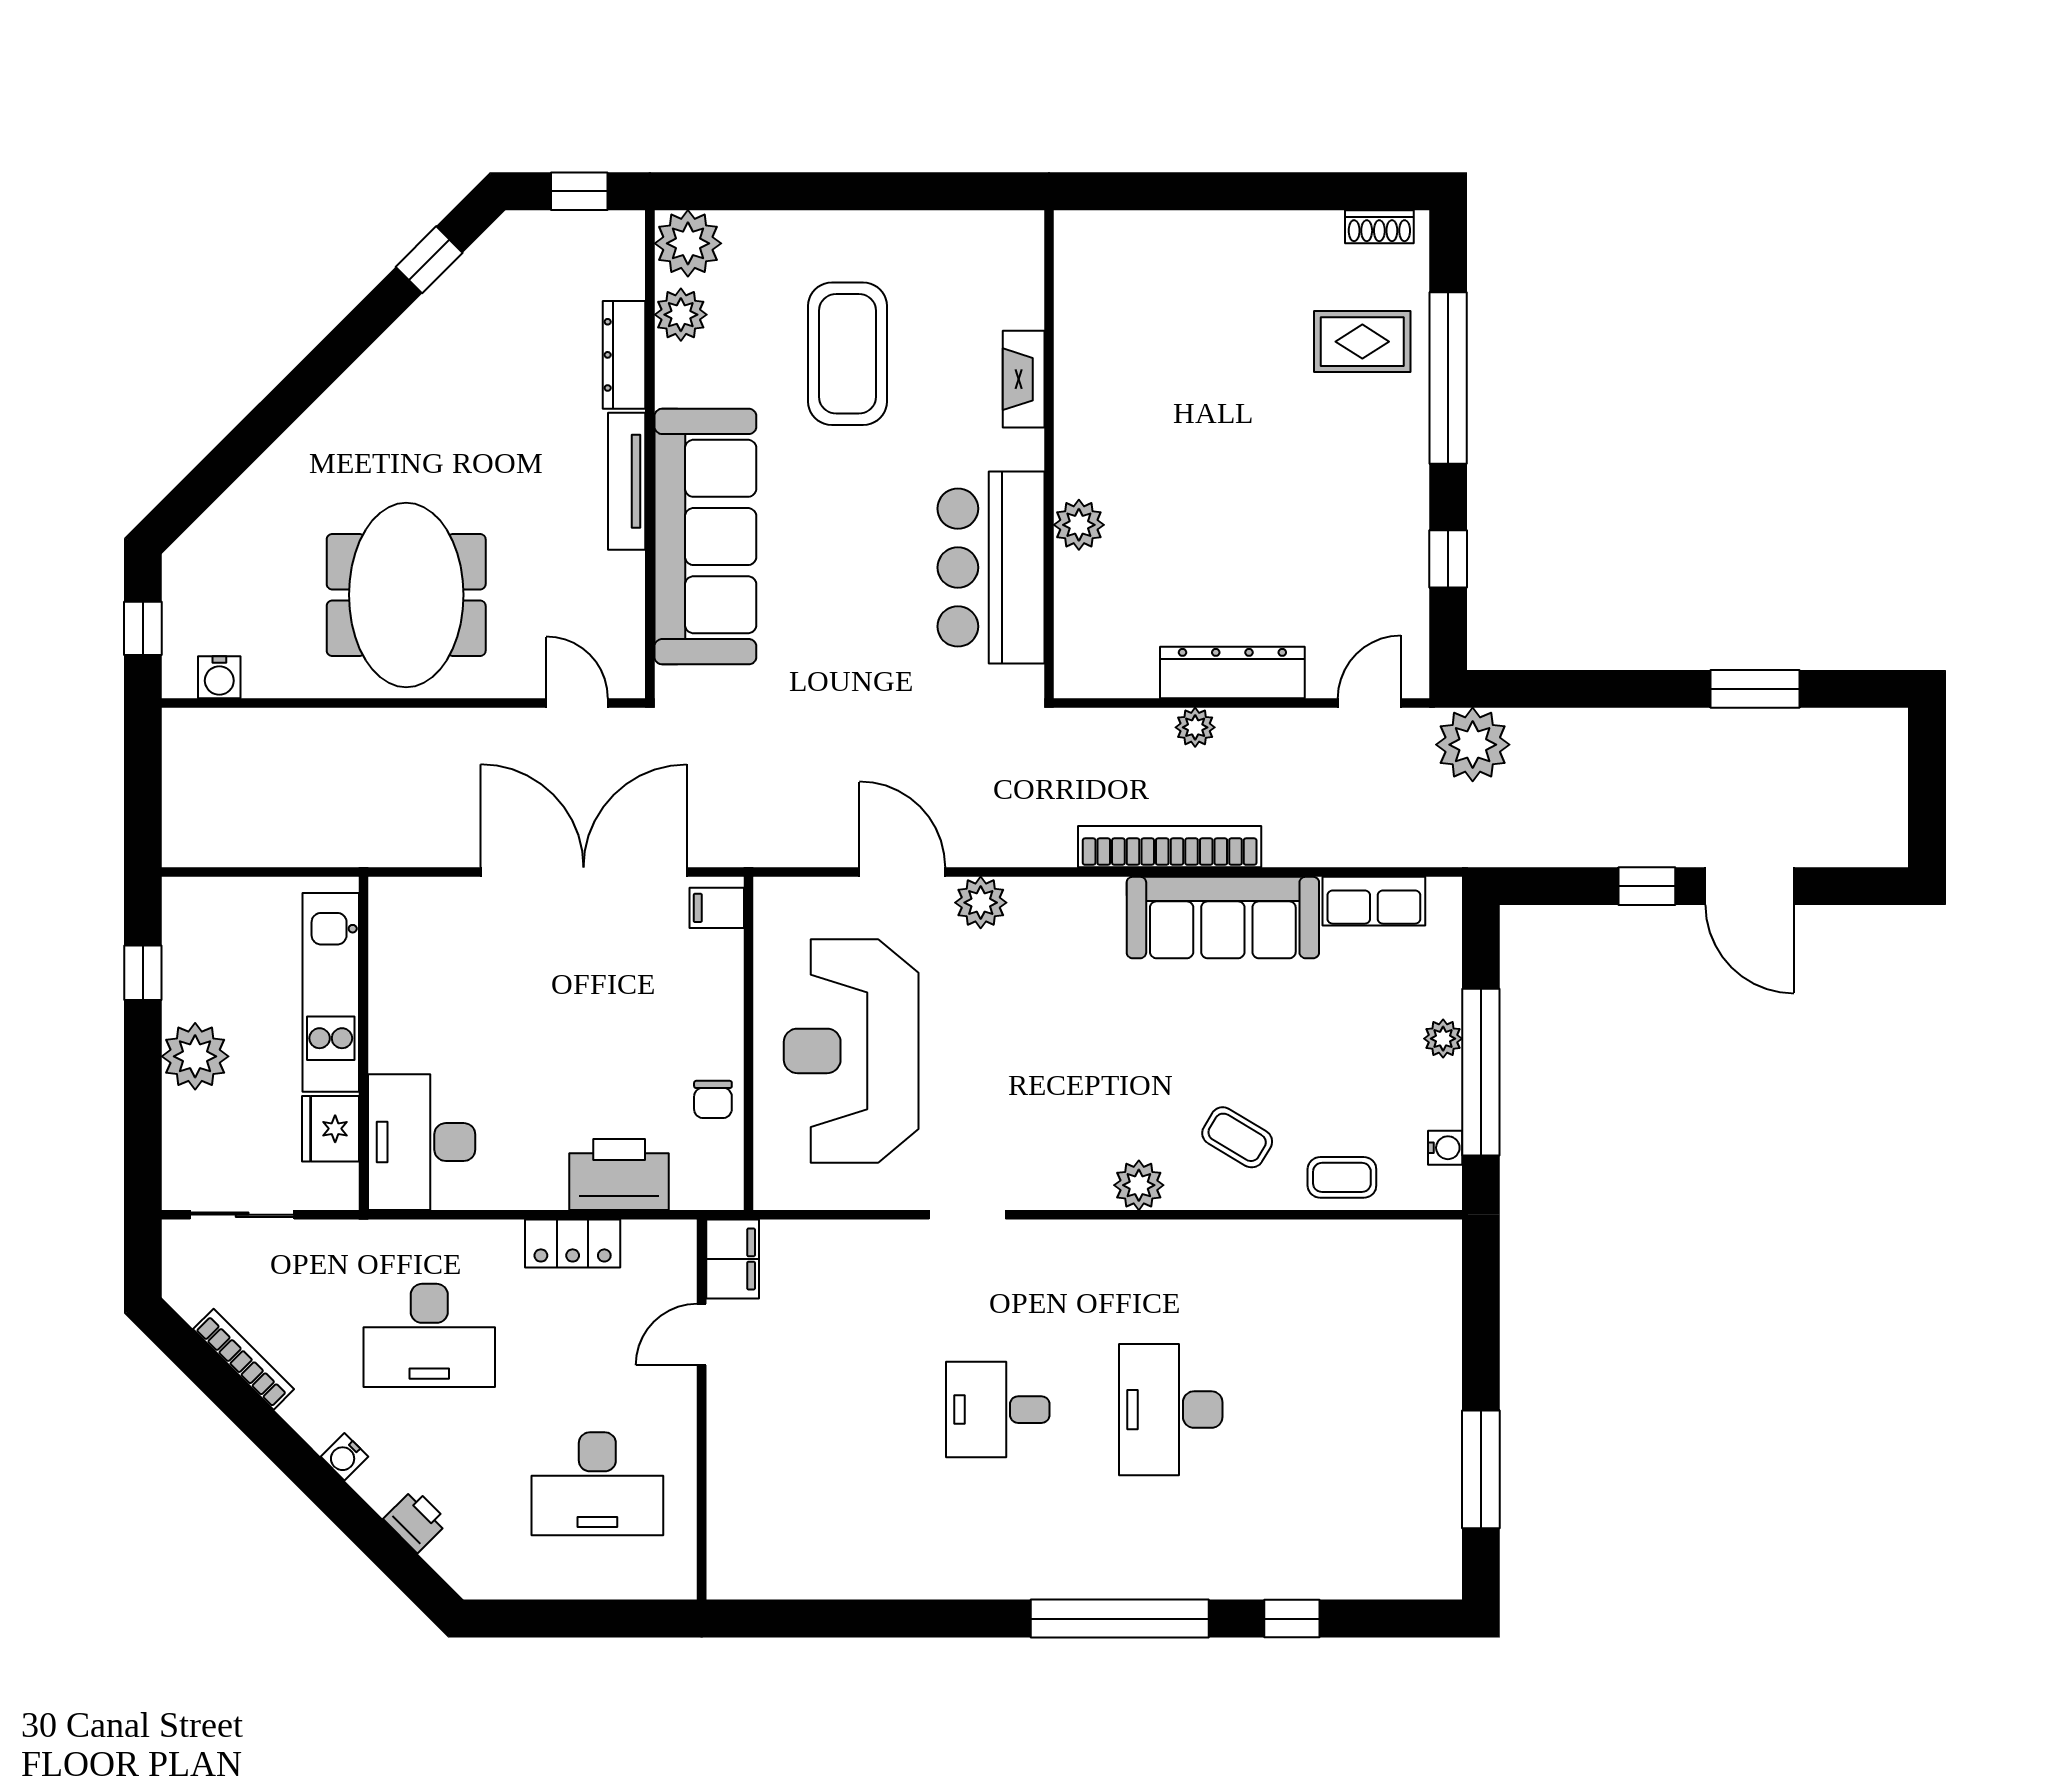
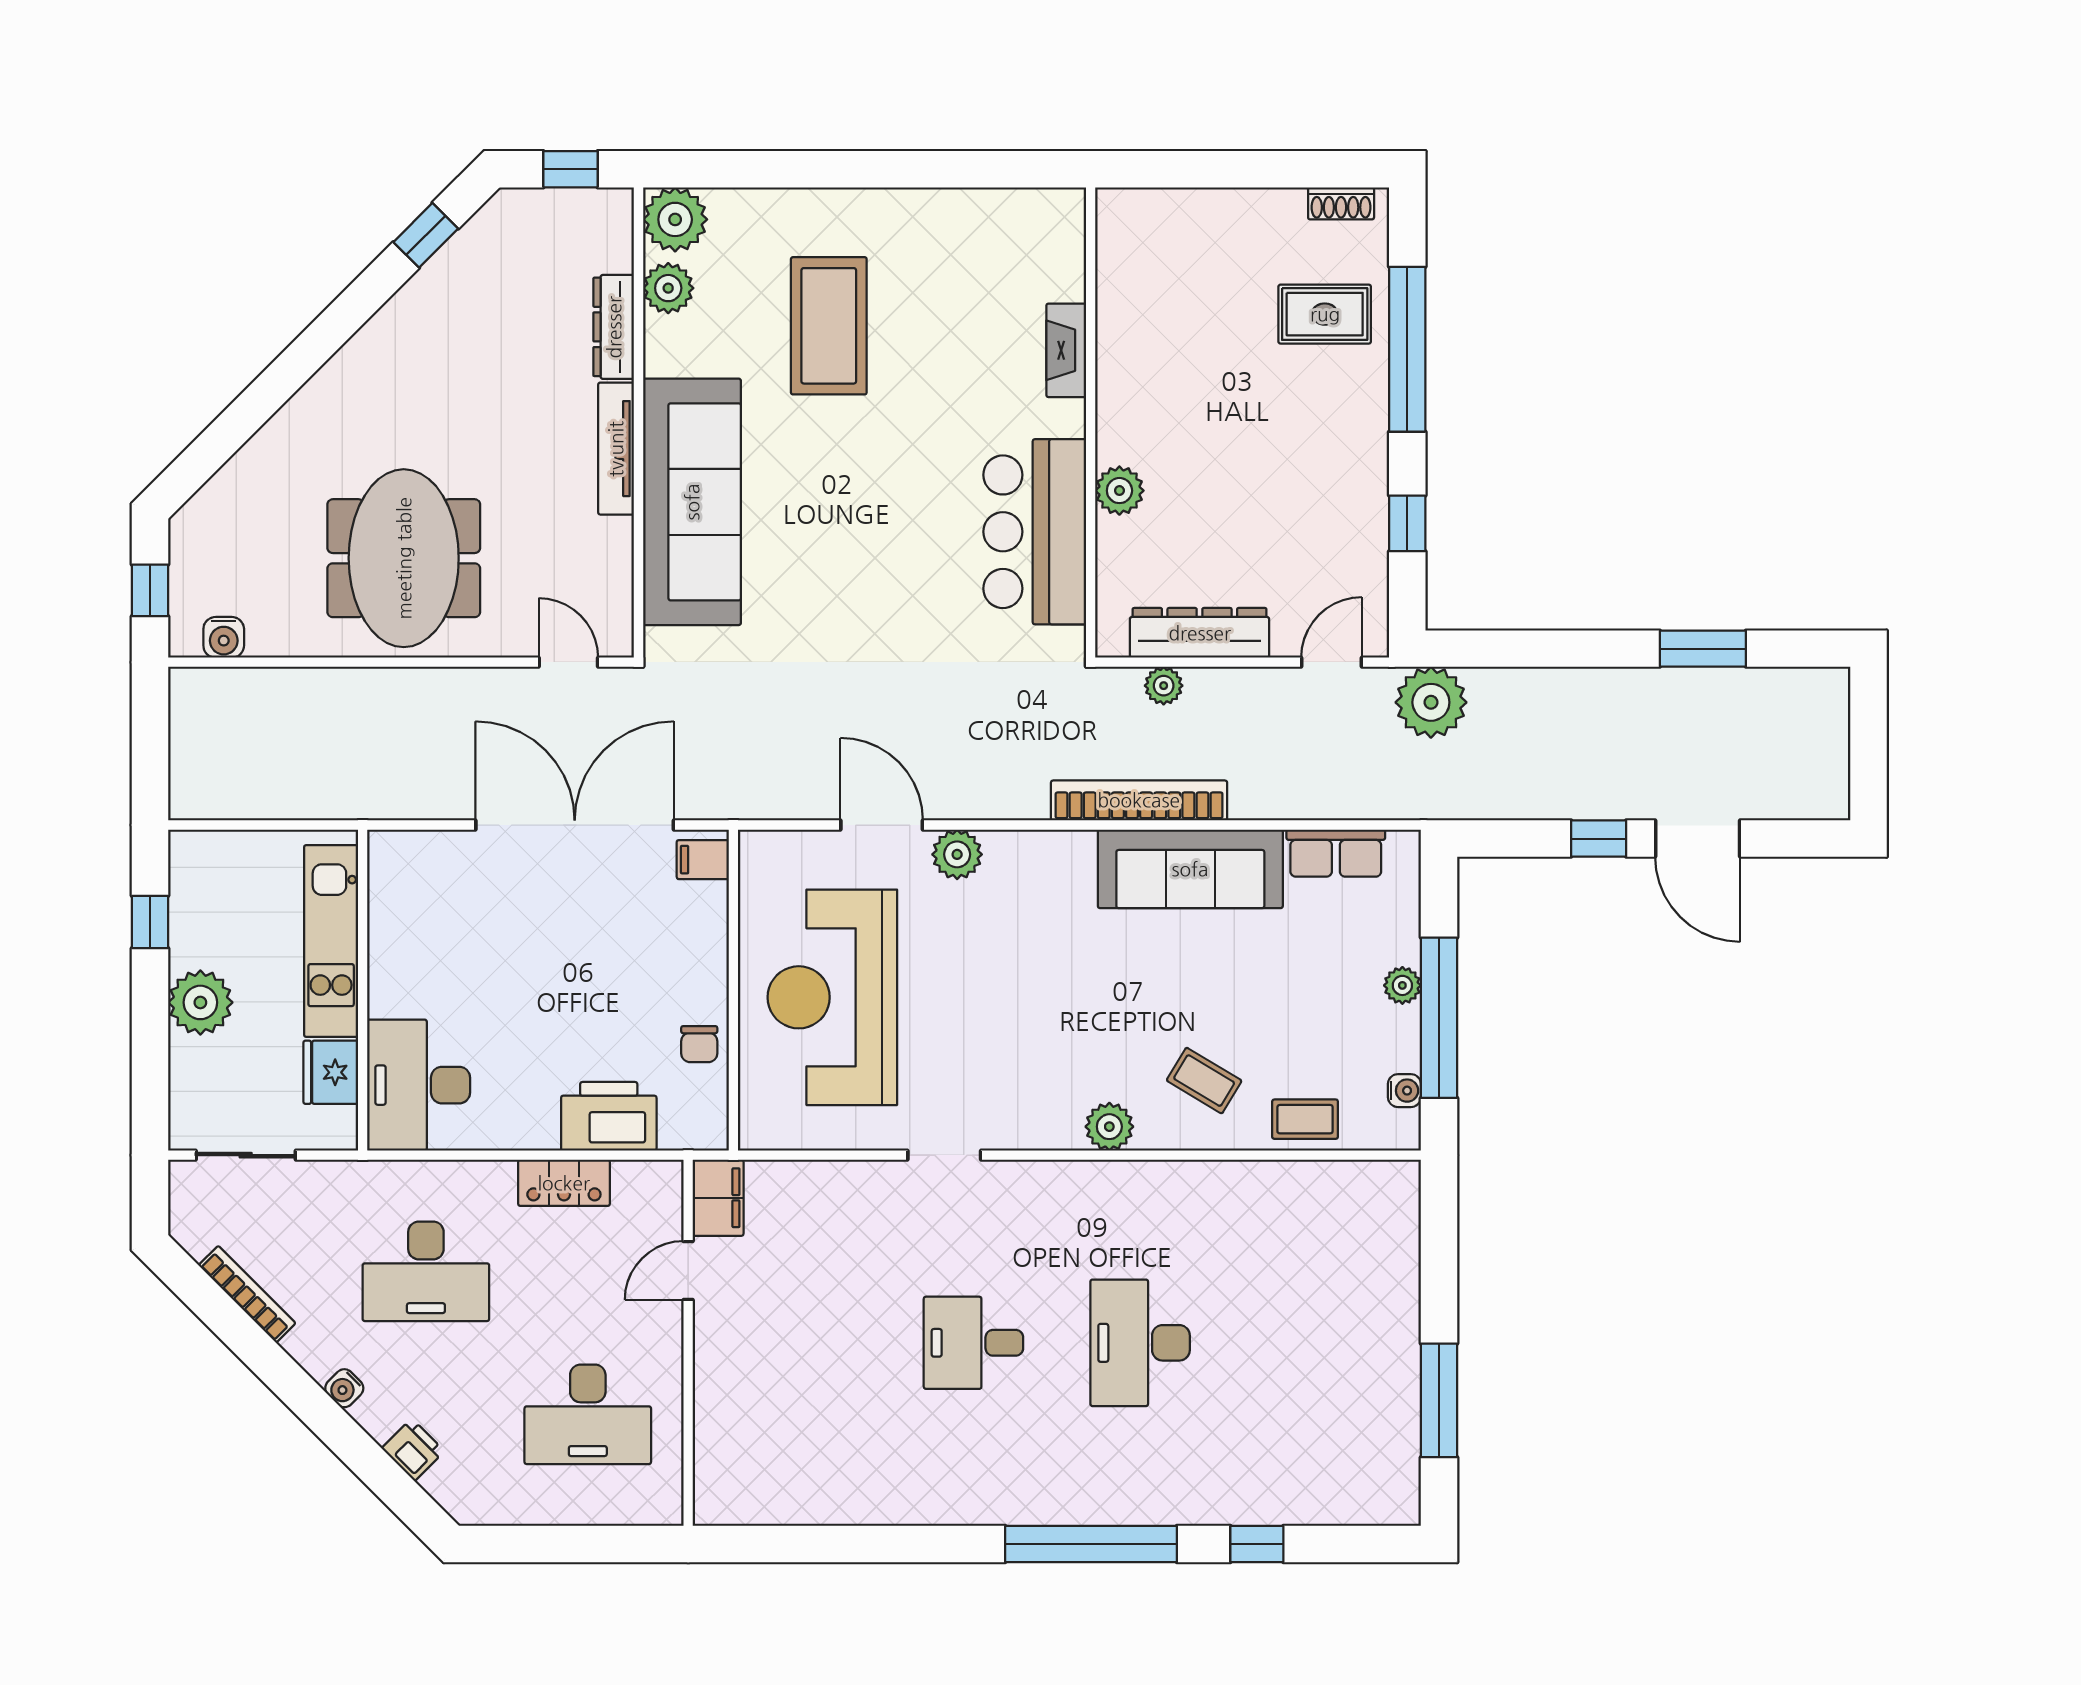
fireplace: (1024, 379) -> (1066, 350), moved
wall: (1049, 454) -> (1091, 423), moved
plant: (1079, 525) -> (1119, 491), moved
bar counter: (991, 568) -> (1035, 532), moved

